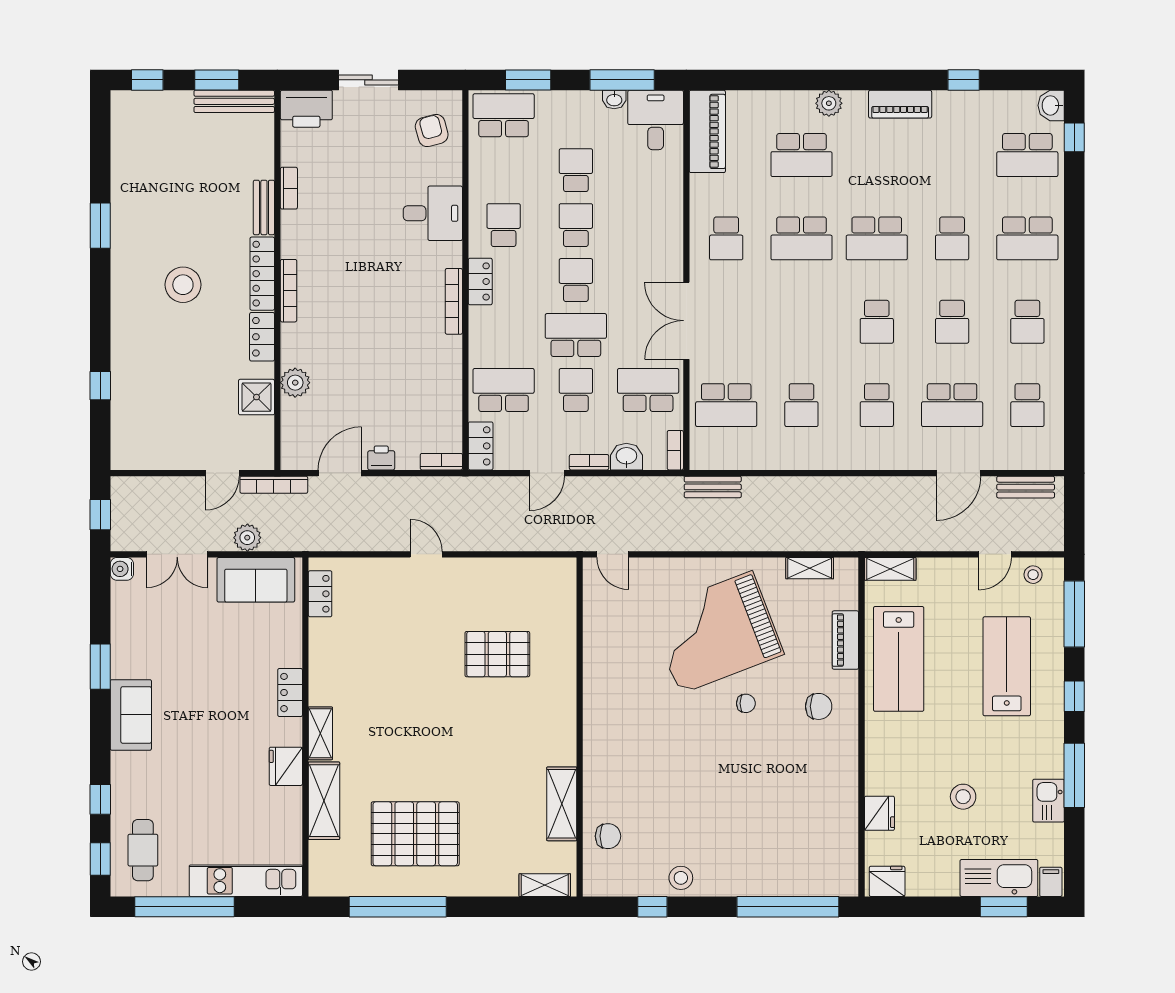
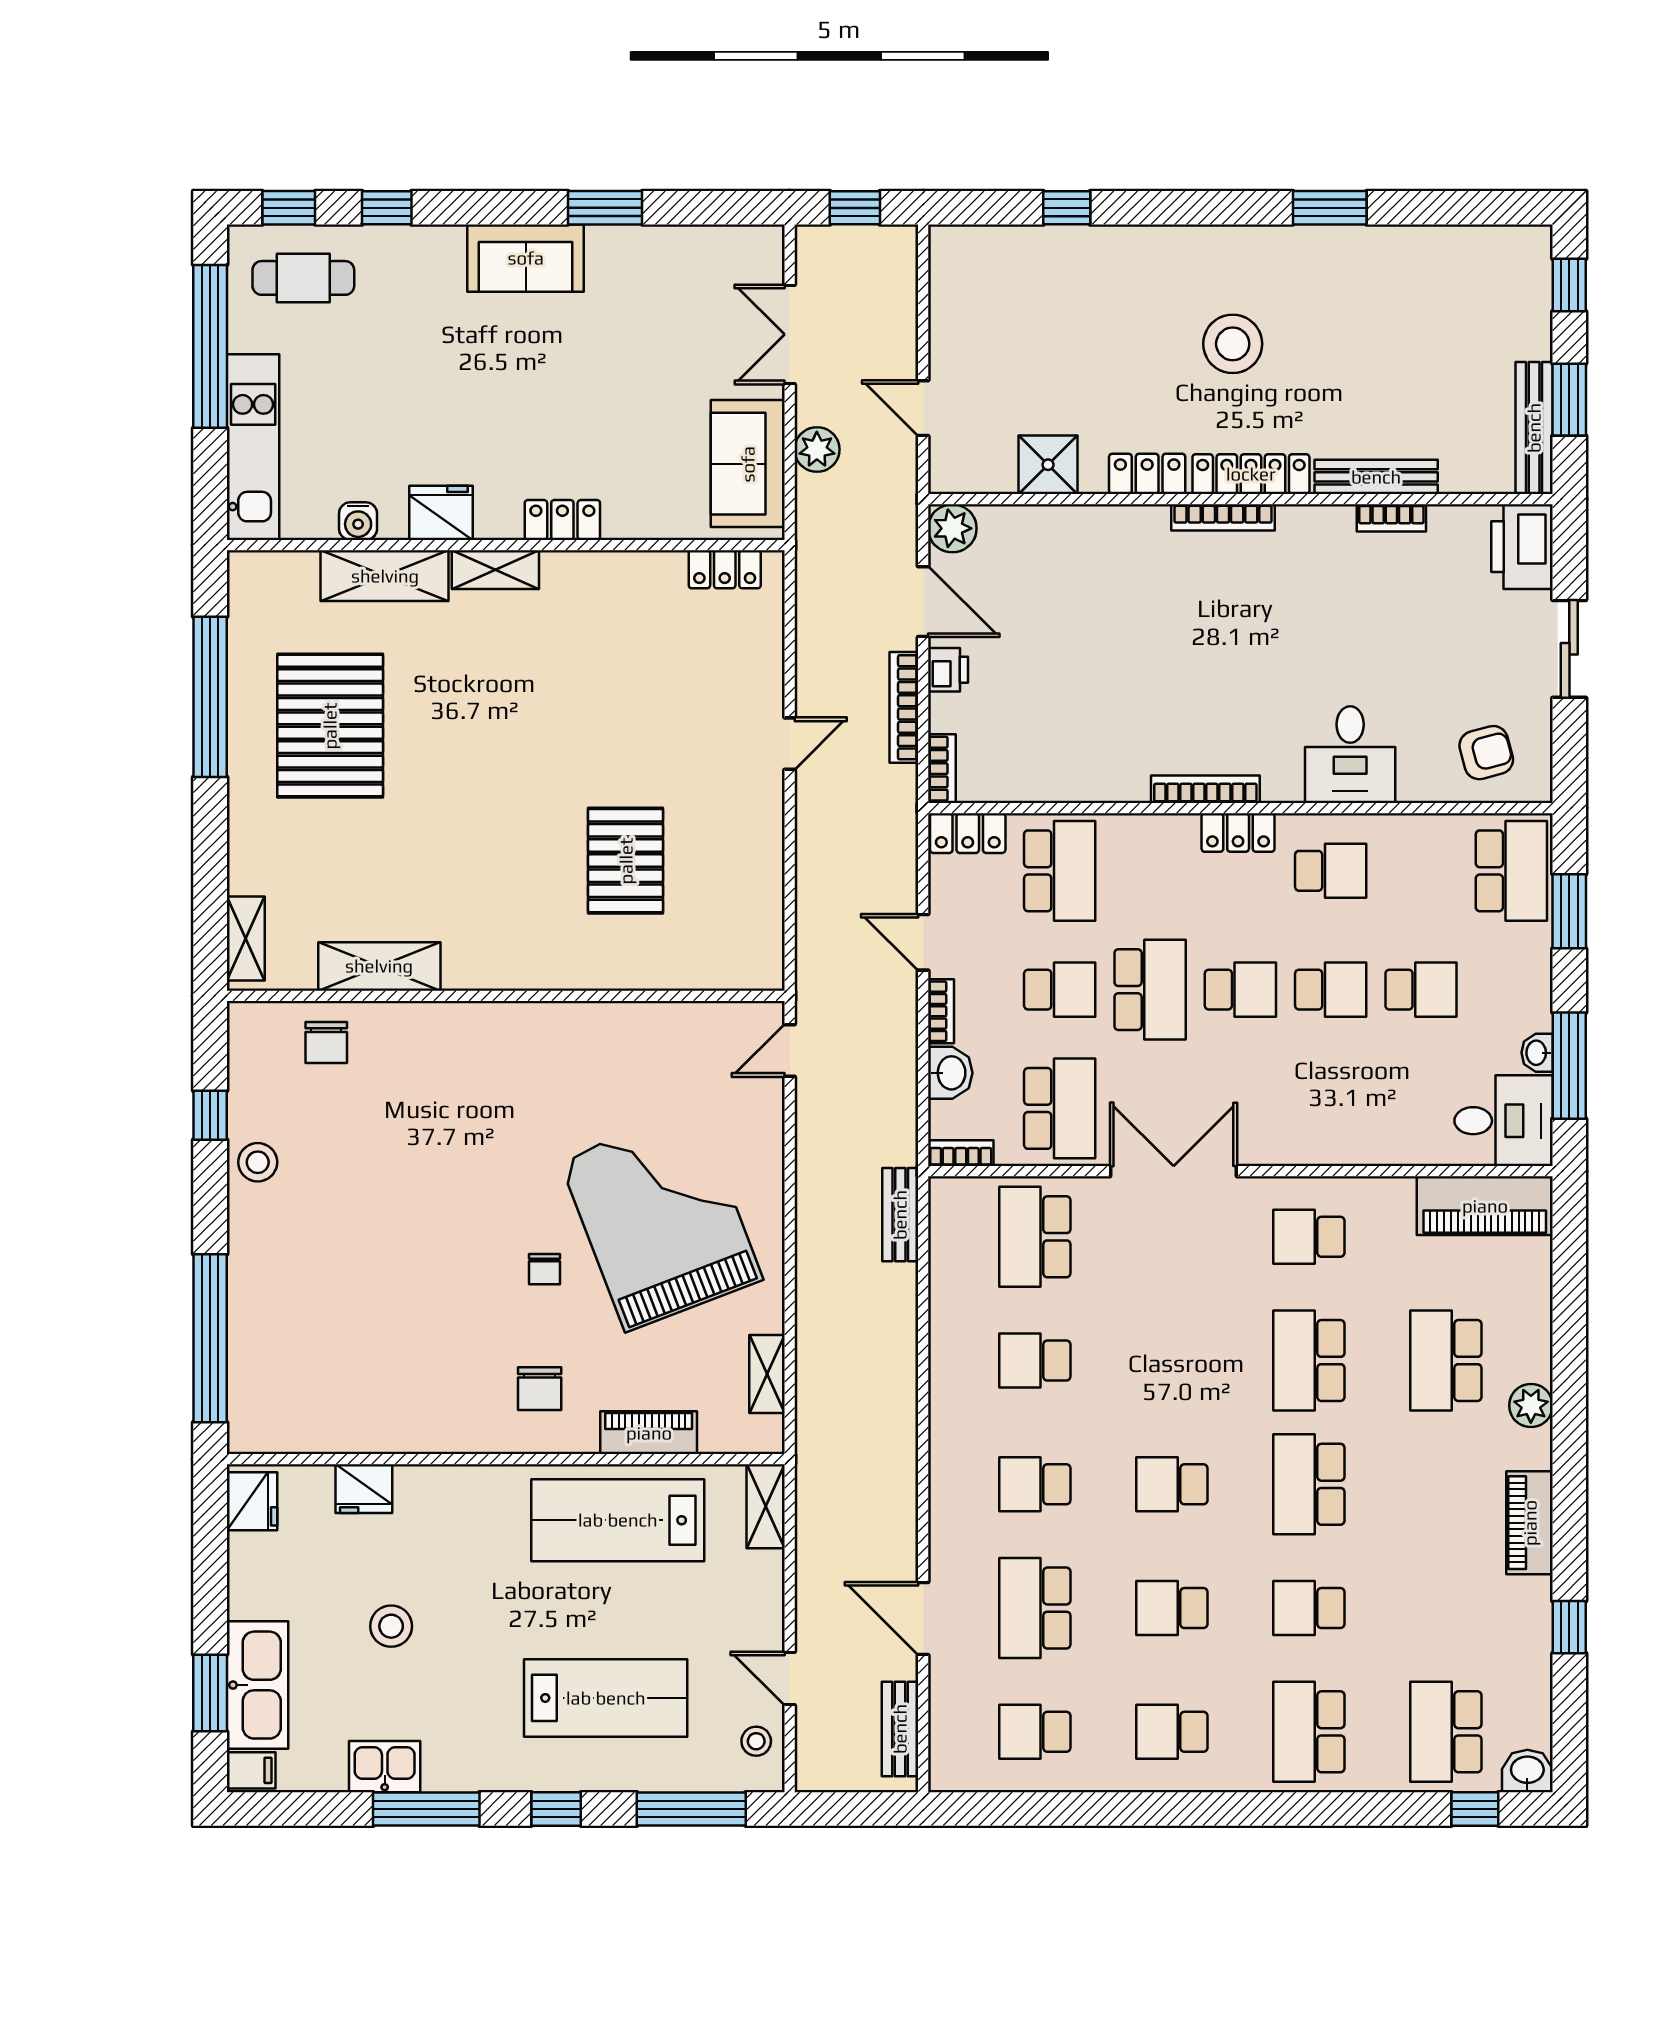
bench: (264, 207) -> (1376, 477), width x1.36
plant: (295, 383) -> (952, 528), moved
bookcase: (274, 485) -> (904, 707), moved
water cooler: (122, 569) -> (358, 521), moved, turned 180

